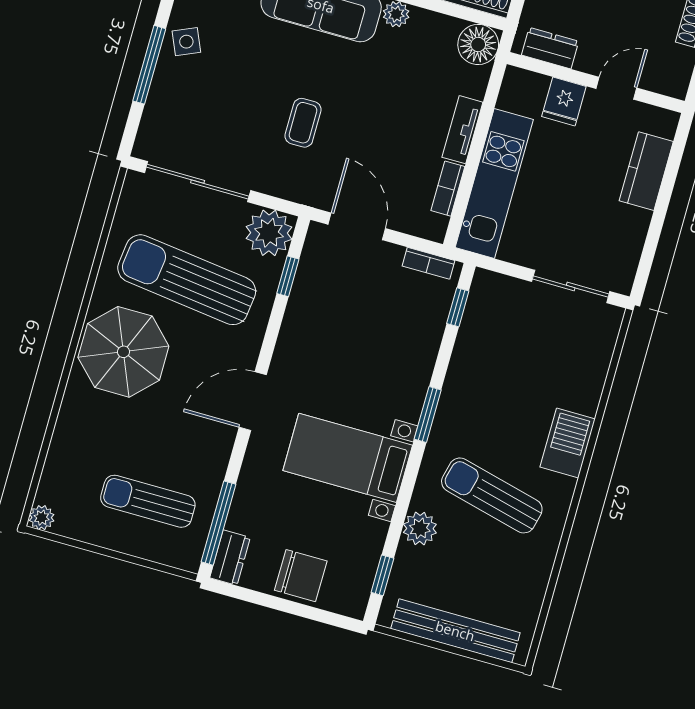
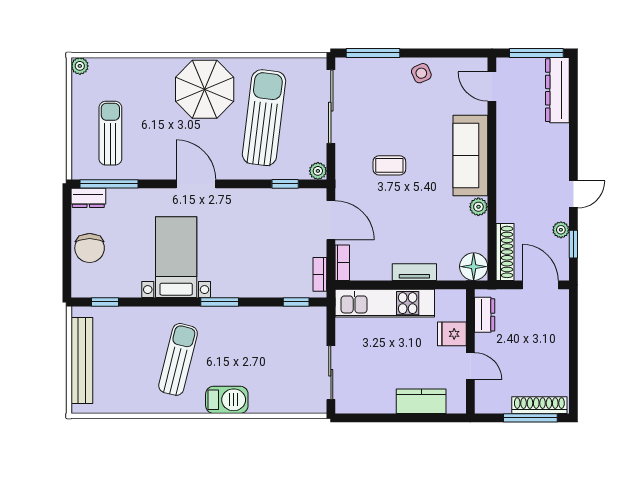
window: (149, 65) -> (373, 53), moved
bookcase: (448, 189) -> (342, 263), moved, turned 90
door: (357, 226) -> (331, 220), hinge flipped
plant: (269, 233) -> (318, 171), width x0.53, depth x0.53
plant: (420, 528) -> (143, 318), removed

